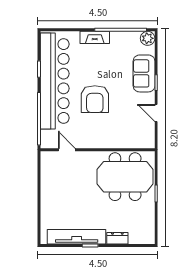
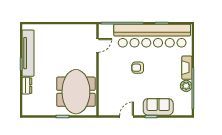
plant: (148, 38) -> (186, 86), moved
armchair: (95, 99) -> (138, 68), width x0.53, depth x0.53

